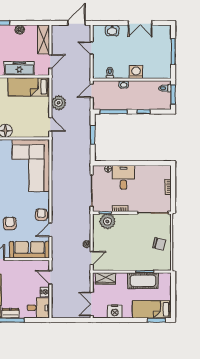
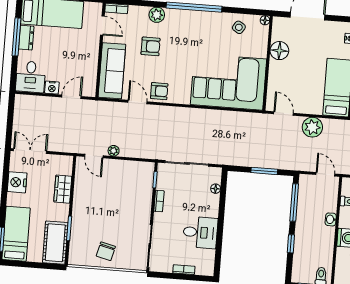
door: (50, 124) -> (283, 113), swing flipped
desk: (124, 177) -> (200, 232), moved
plant: (107, 221) -> (143, 182), removed
wardrobe: (106, 278) -> (63, 189), moved
cot: (143, 281) -> (55, 243), moved

